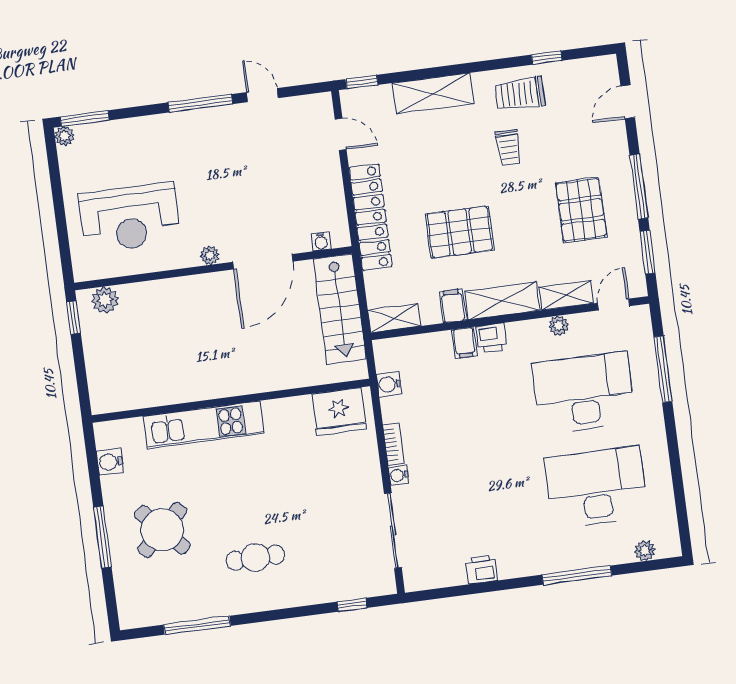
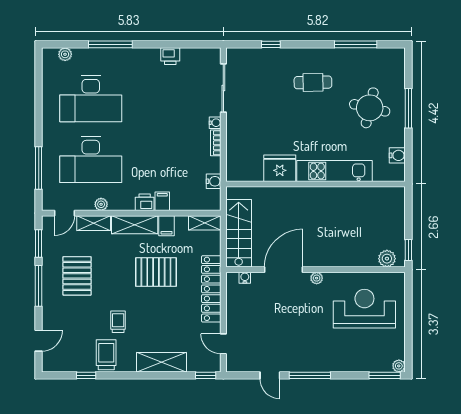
trolley: (520, 94) -> (106, 355), turned -90
fridge: (339, 411) -> (280, 168), moved
round table: (162, 530) -> (370, 108), turned -34
window: (352, 605) -> (271, 44), moved

